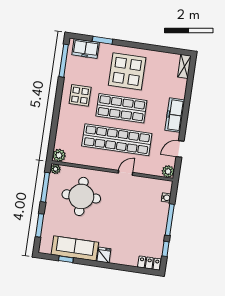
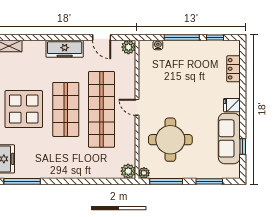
display table: (80, 95) -> (58, 158), removed
door: (125, 173) -> (137, 107), moved
locker: (149, 263) -> (233, 69), moved

